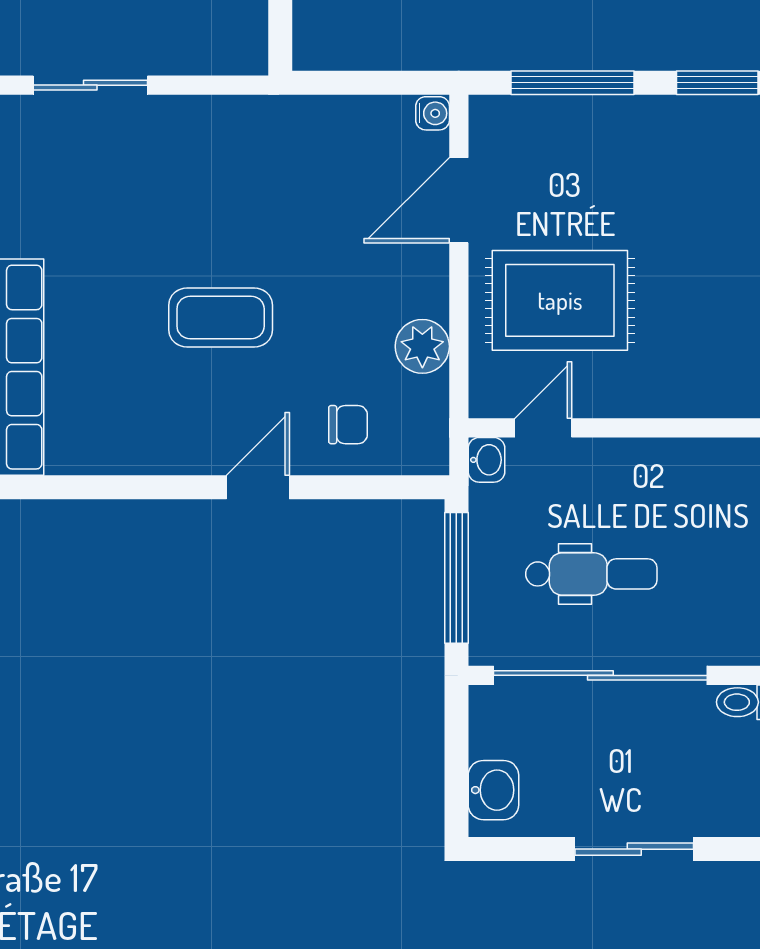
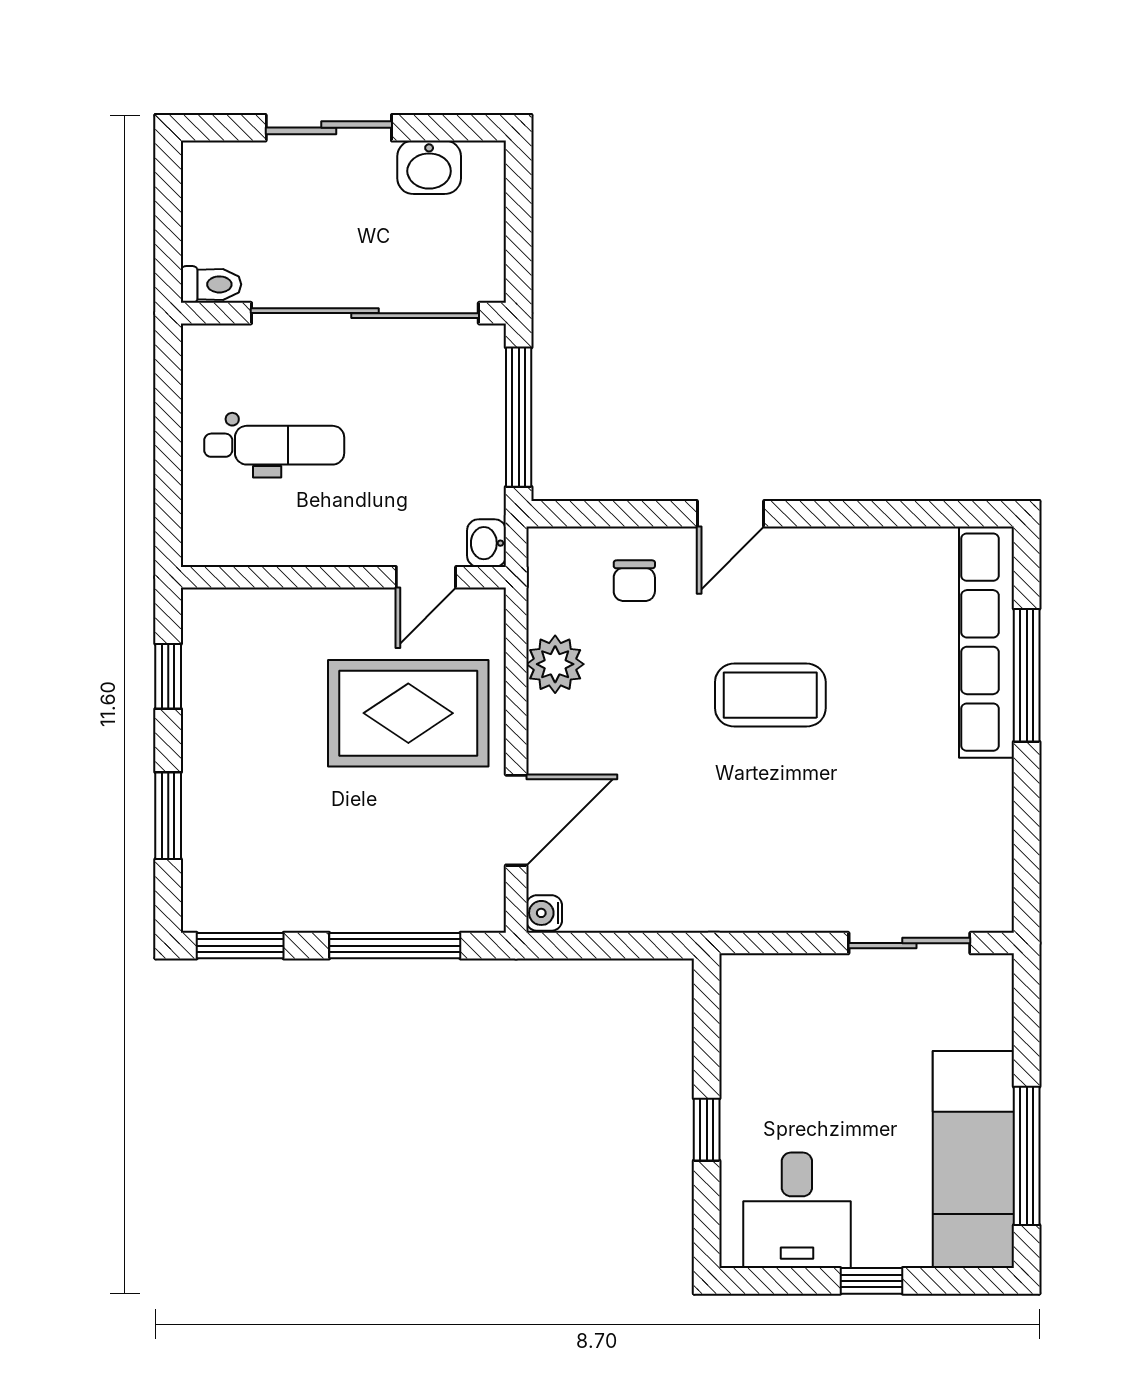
chair: (348, 425) -> (634, 581), turned -90
dental chair: (591, 574) -> (274, 445), moved, turned 180
washbasin: (493, 790) -> (429, 167), moved, turned -90

